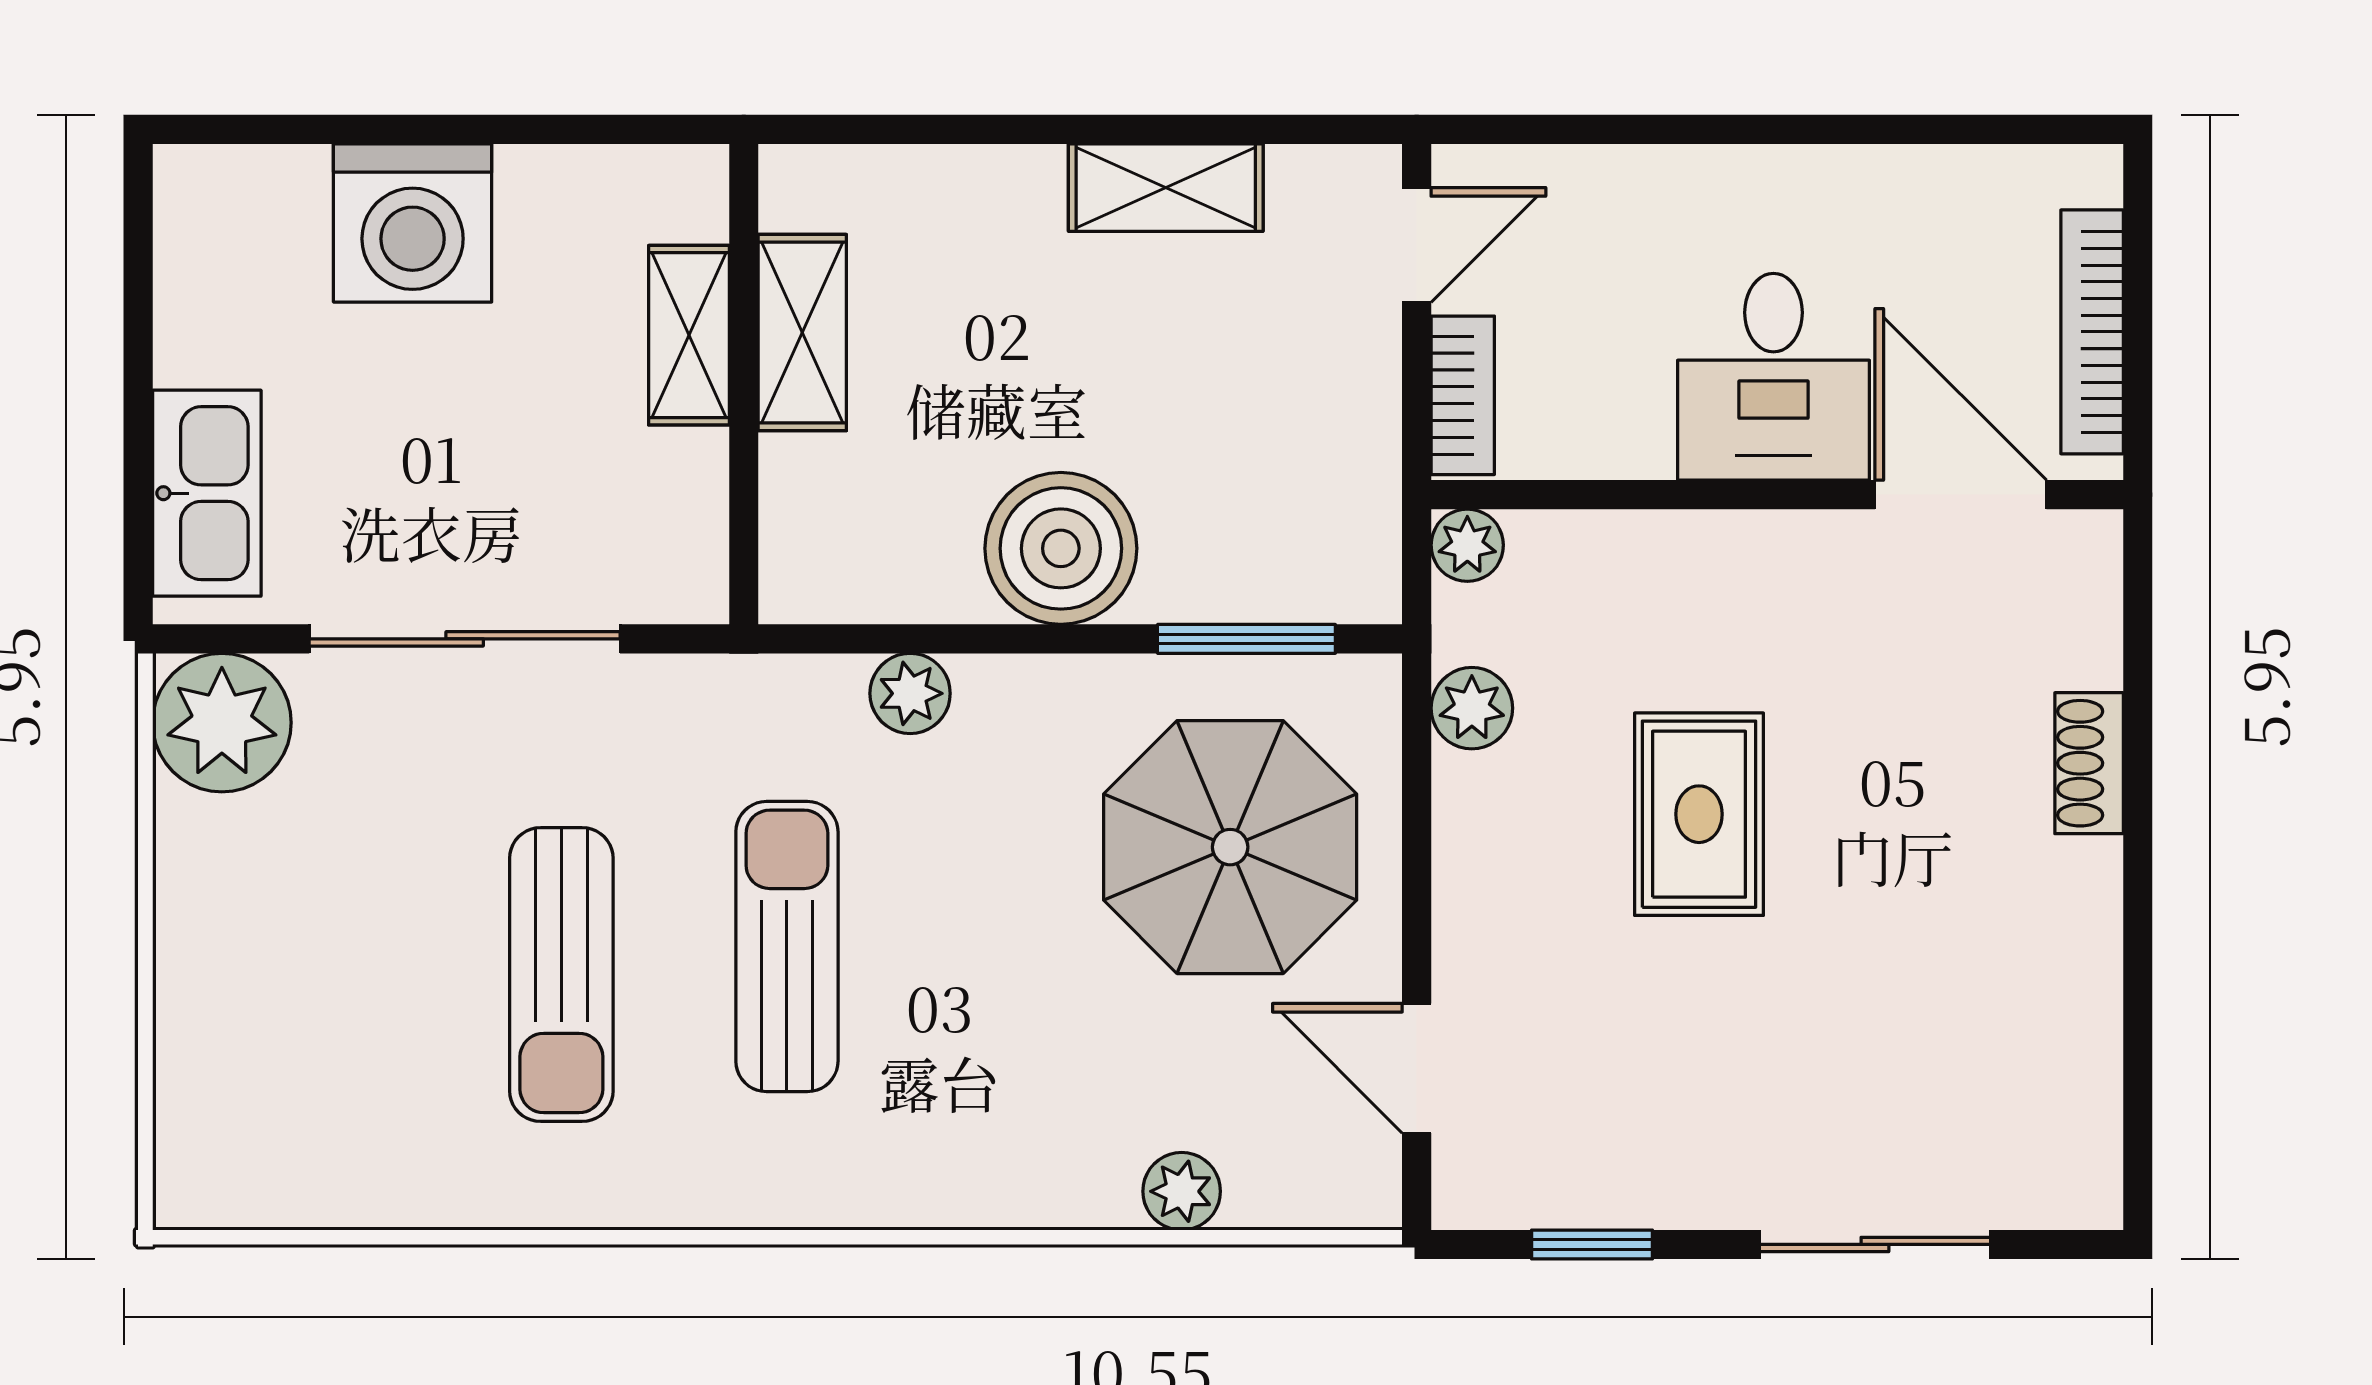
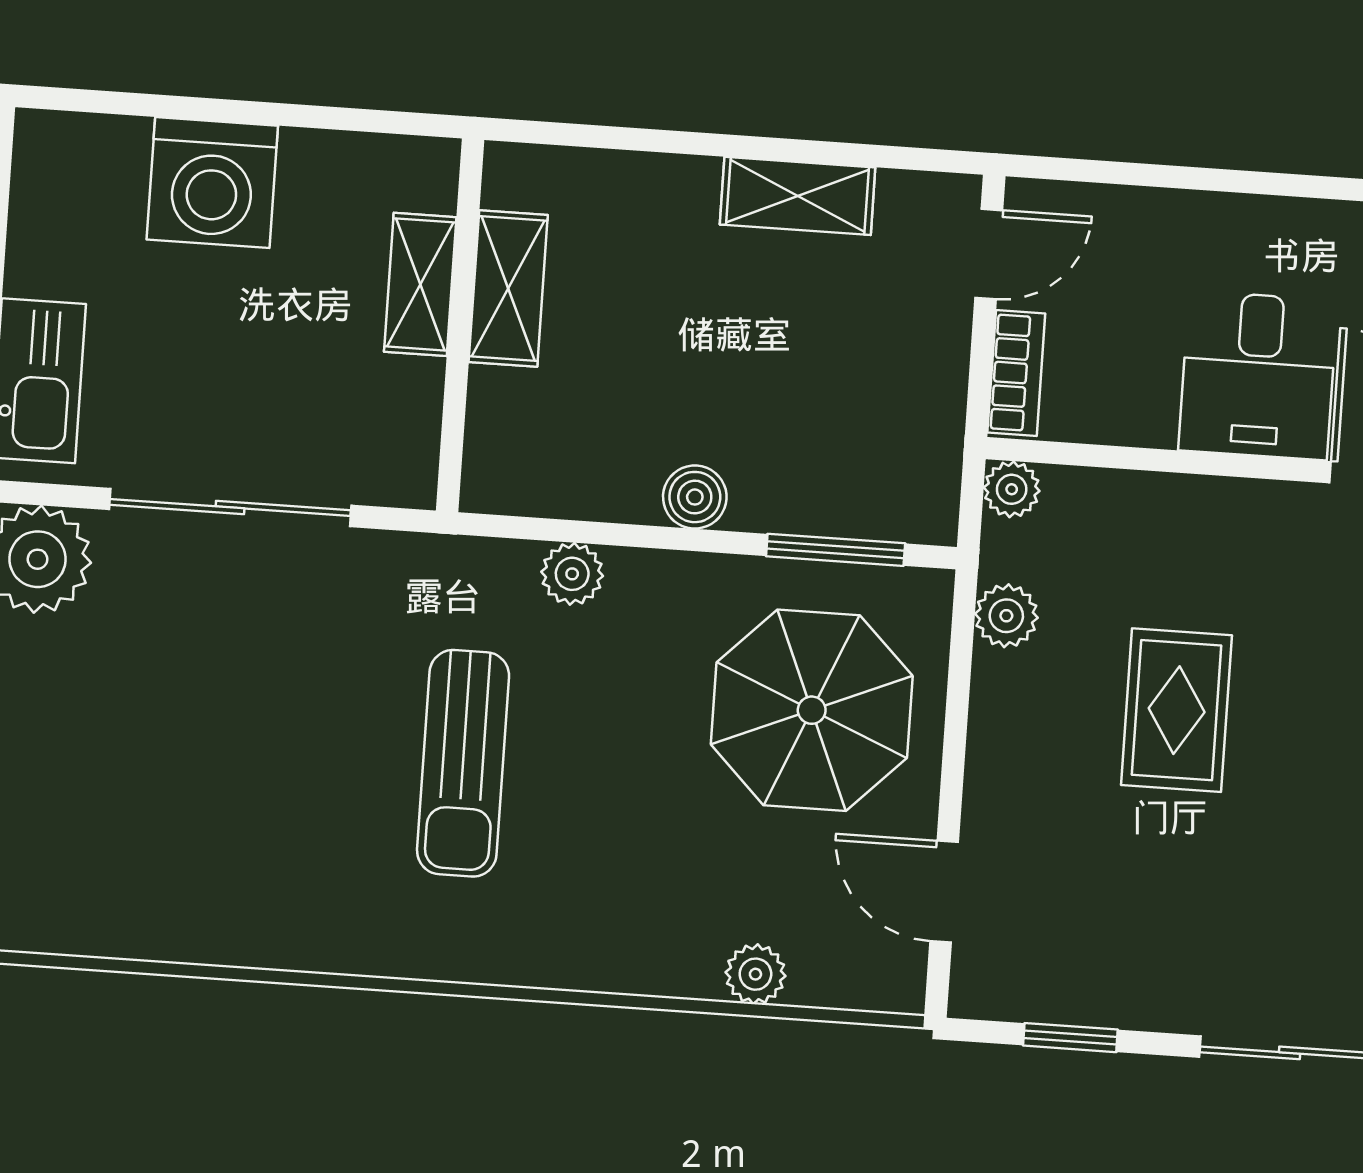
boiler: (1061, 548) -> (695, 497), width x0.54, depth x0.54
sun lounger: (787, 947) -> (463, 763), turned 180
sun lounger: (561, 975) -> (287, 773), removed

